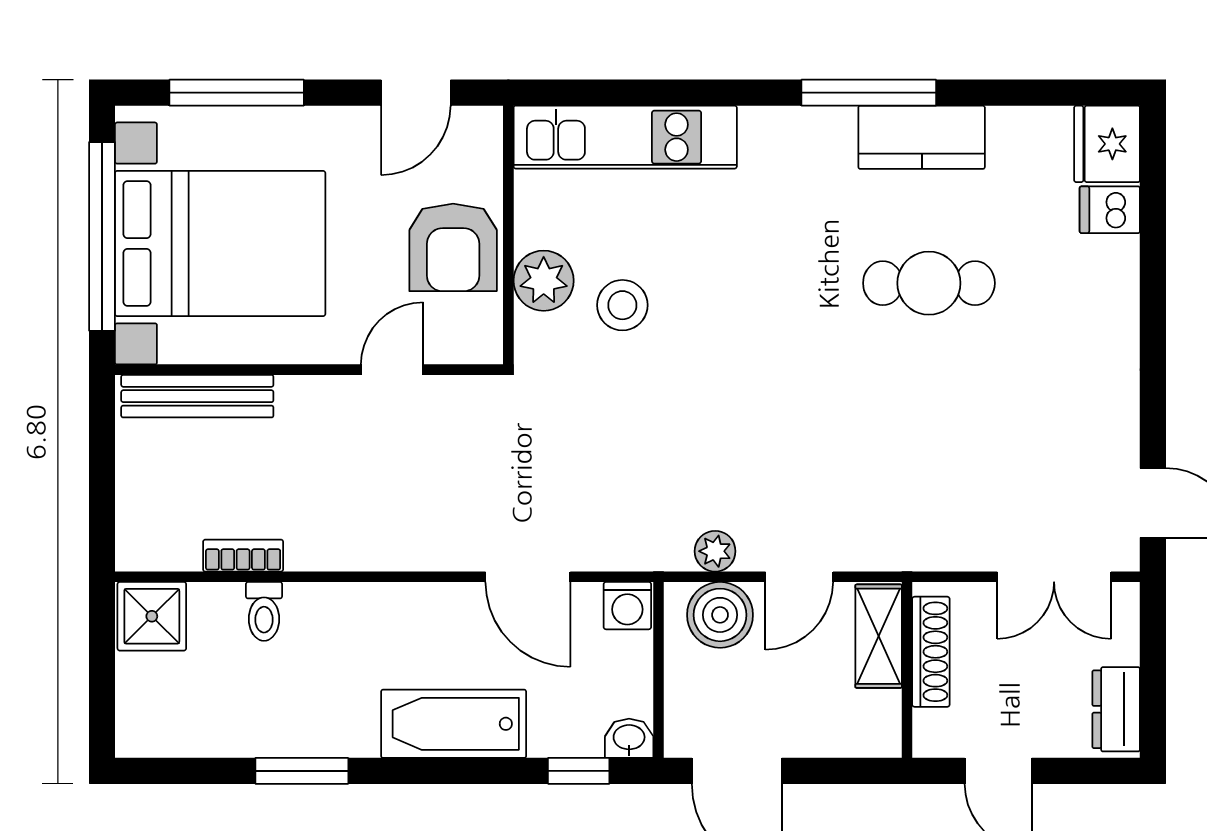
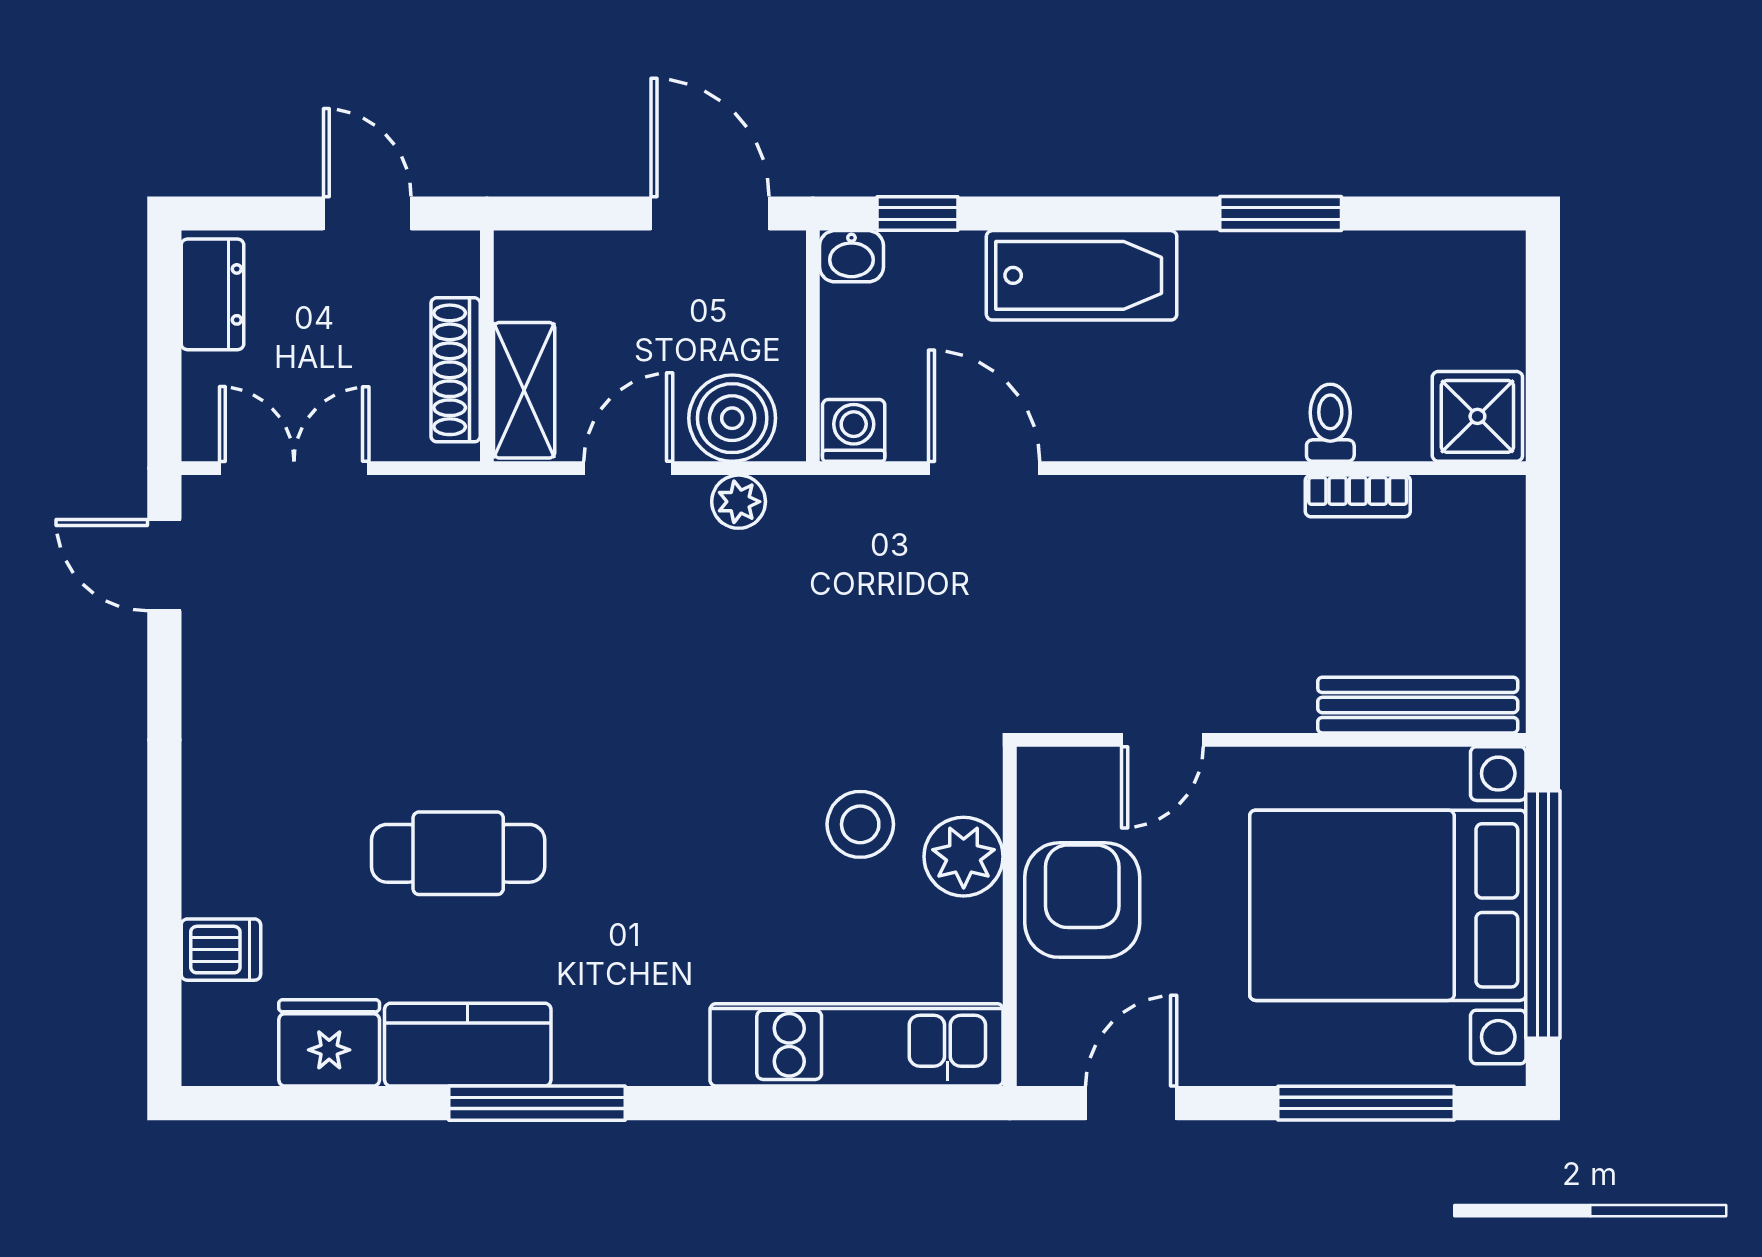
fridge: (1107, 144) -> (329, 1043), moved, turned -90

